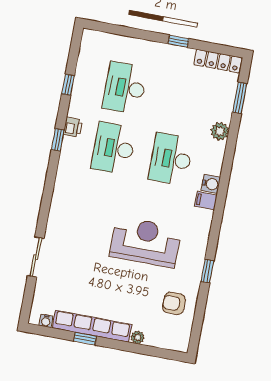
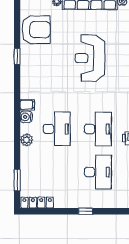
window: (179, 41) -> (86, 211), moved
plant: (220, 131) -> (27, 140), moved
reception desk: (146, 242) -> (90, 58), moved, turned 90
armchair: (174, 303) -> (36, 30), width x1.88, depth x1.88

